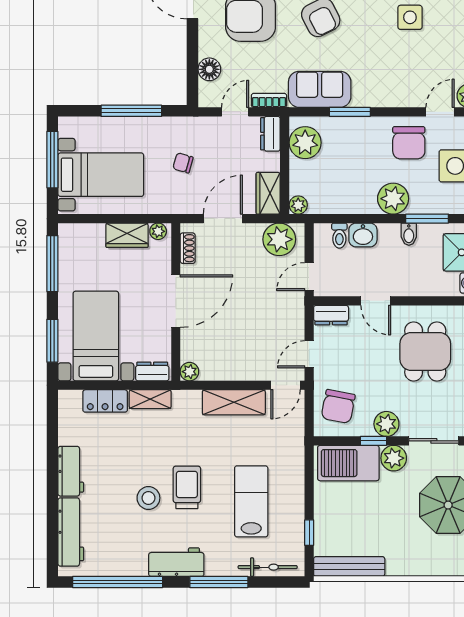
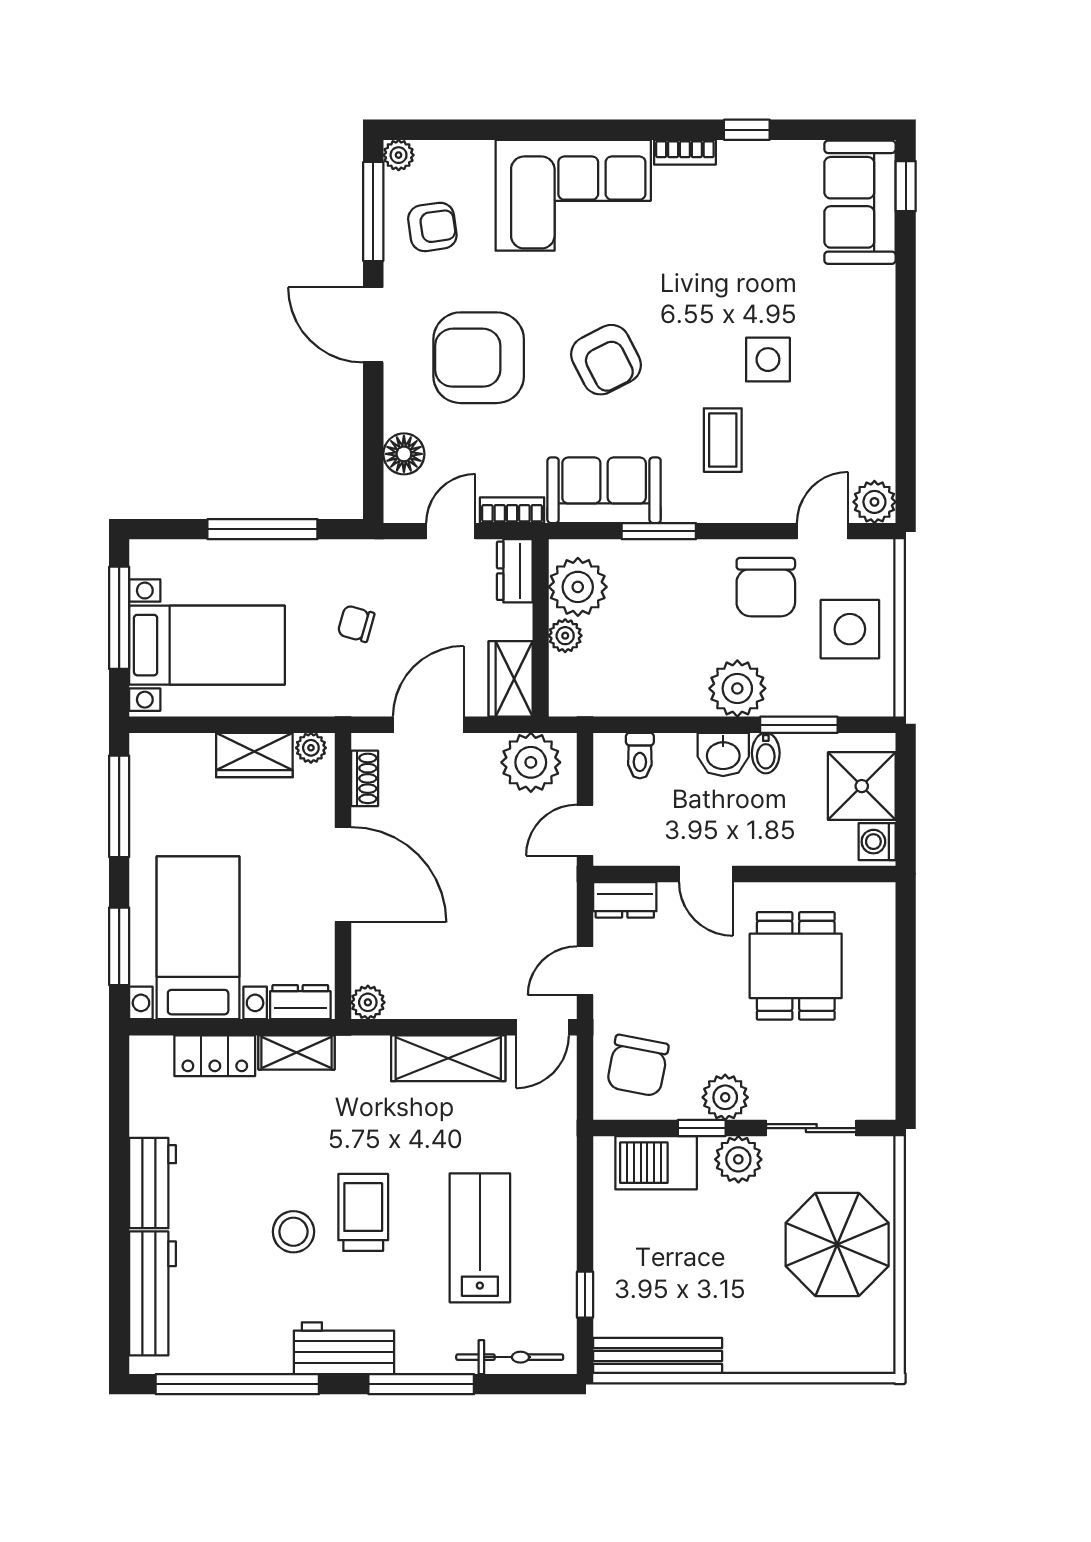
coffee table: (385, 62) -> (723, 440), added
plant: (298, 205) -> (565, 636), moved
washbasin: (363, 235) -> (723, 754), moved
door: (176, 301) -> (343, 875), hinge flipped
barbecue: (348, 463) -> (656, 1163), width x0.73, depth x0.83

